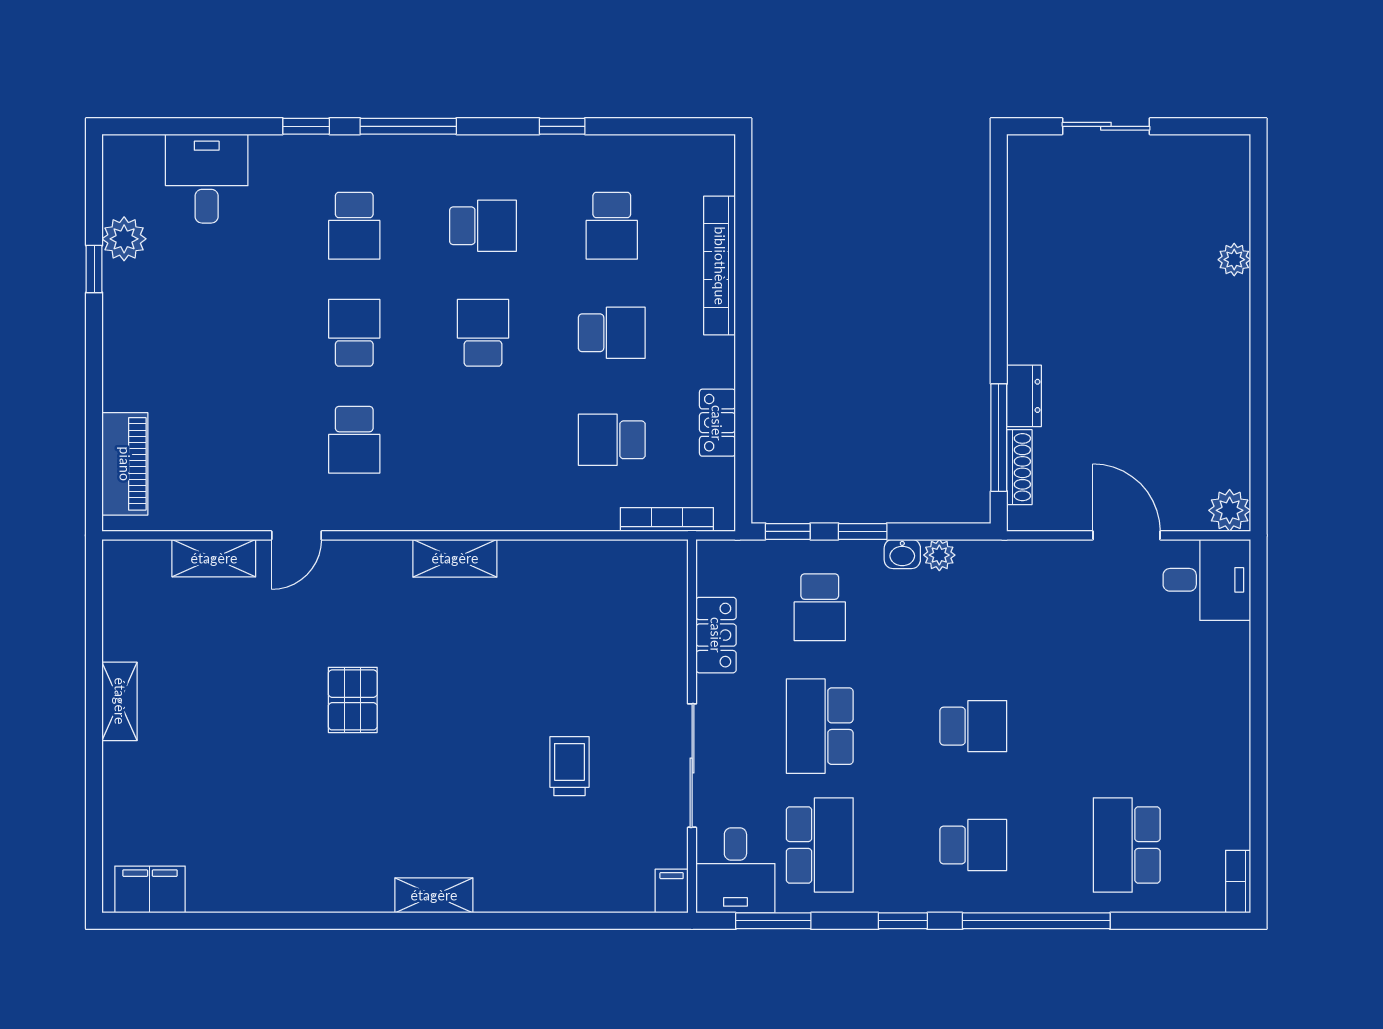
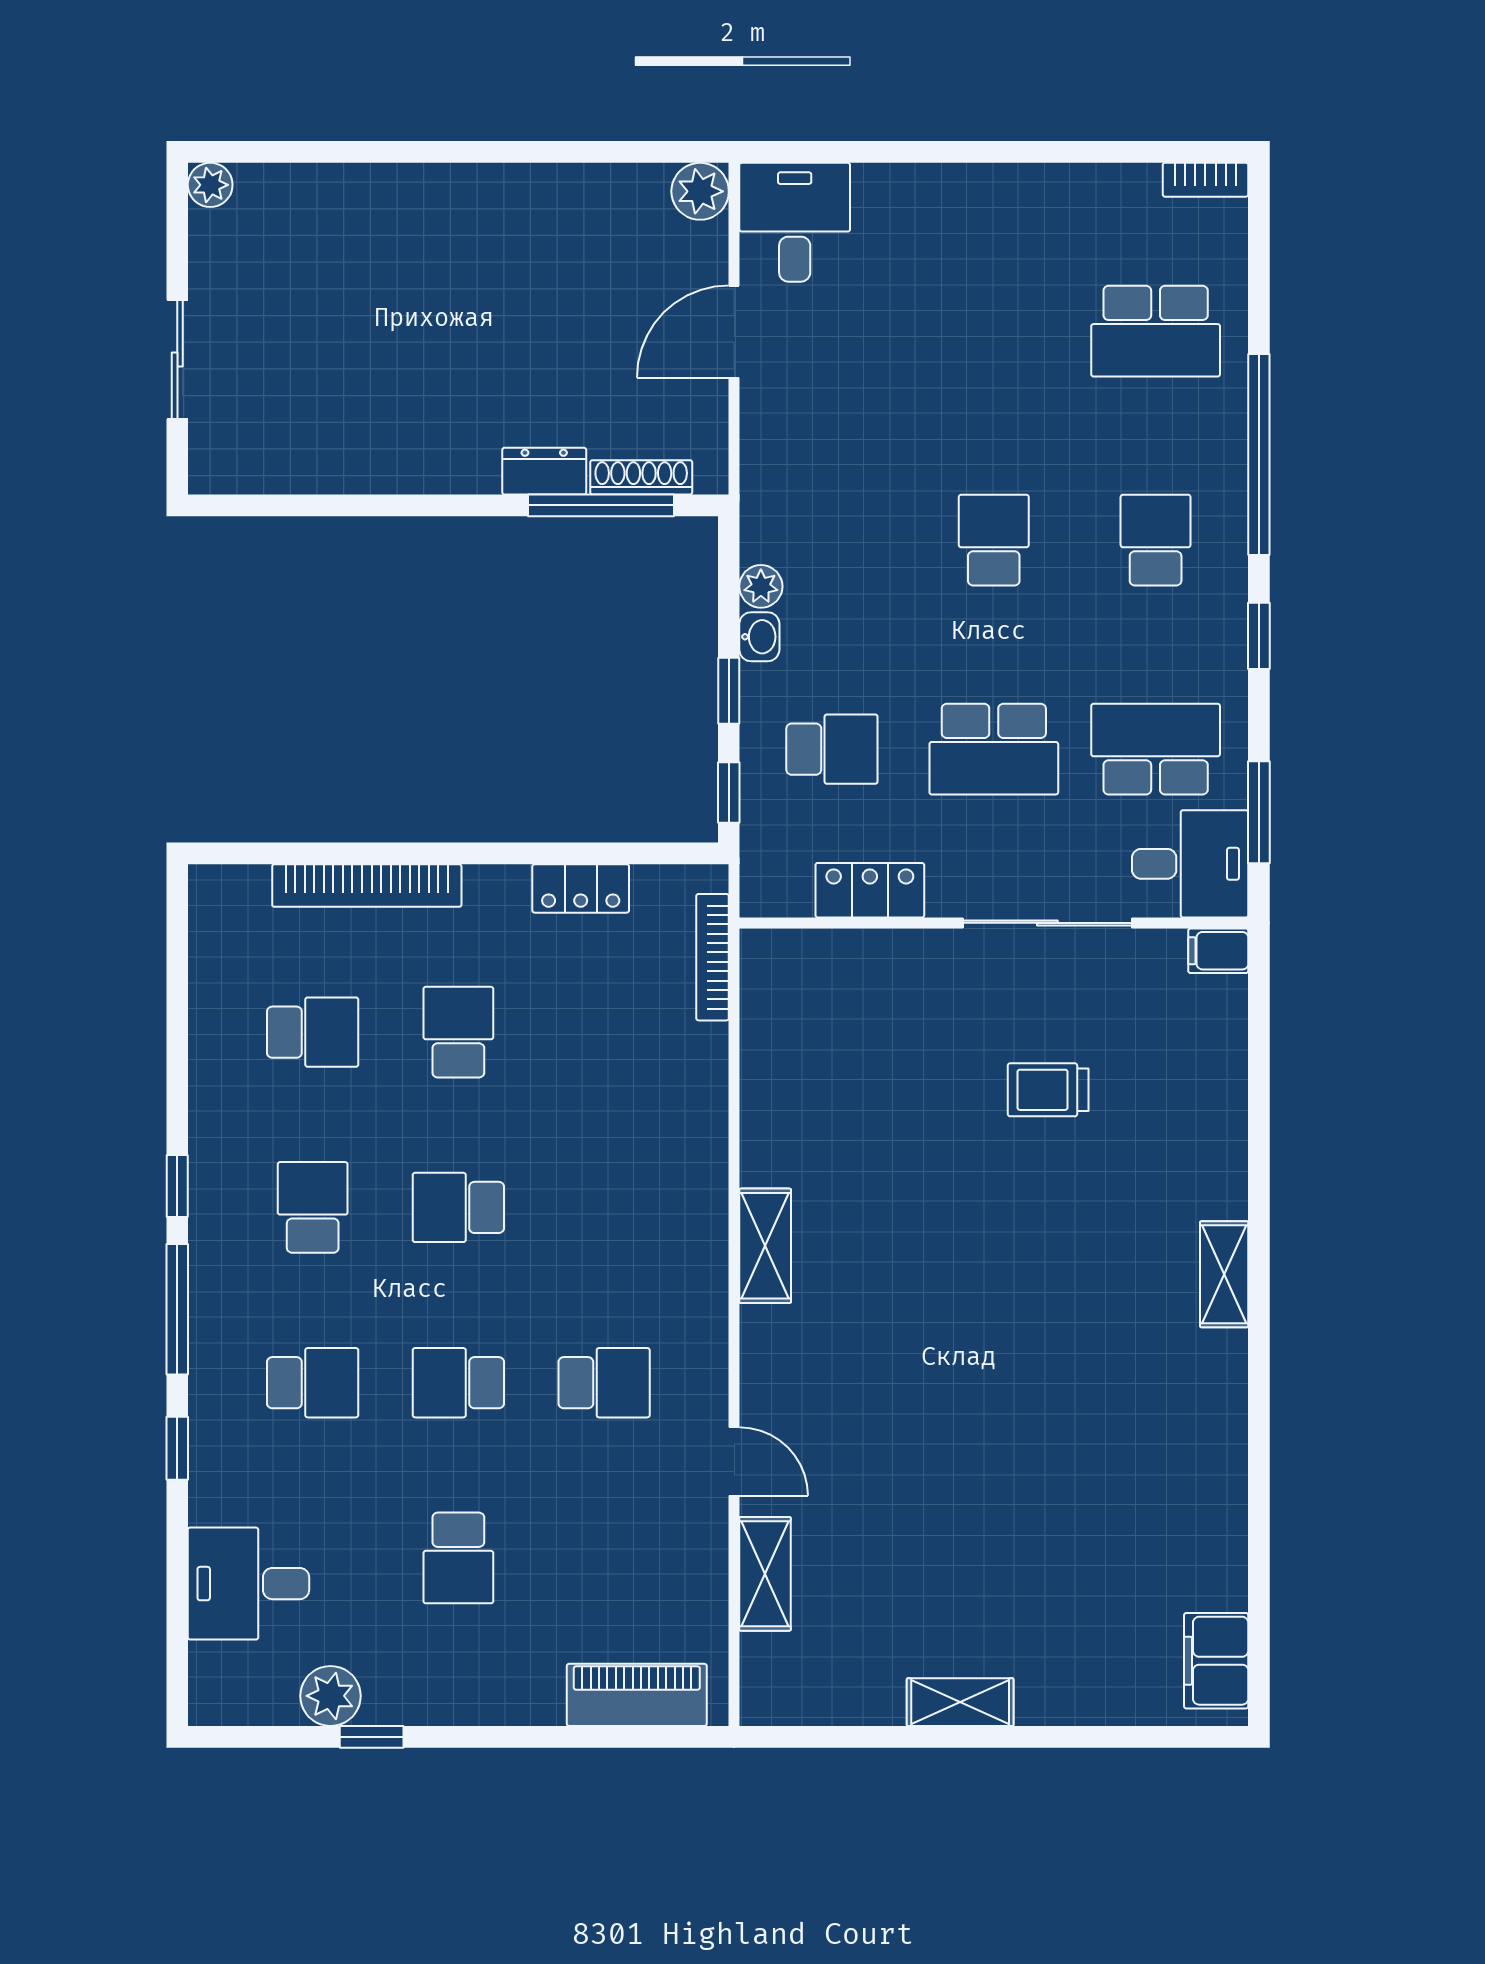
window: (562, 126) -> (177, 1186), moved
plant: (1234, 260) -> (210, 185), moved
school desk: (612, 440) -> (458, 1558), moved
pallet: (353, 700) -> (958, 1385), removed

